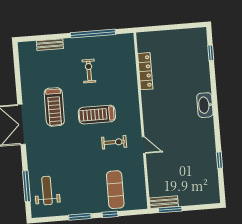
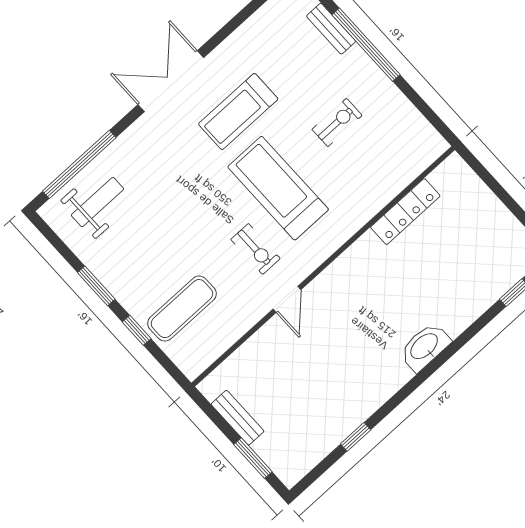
window: (93, 34) -> (366, 45), moved
treadmill: (97, 115) -> (278, 188), width x1.37, depth x1.38
window: (26, 186) -> (79, 164), width x1.46
bench: (164, 202) -> (238, 418), moved
window: (170, 209) -> (253, 458), moved

